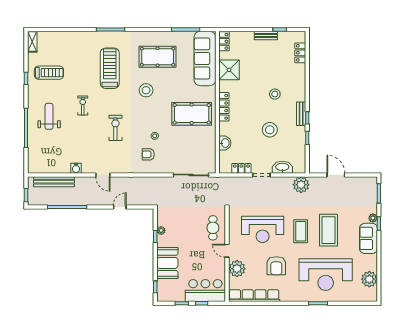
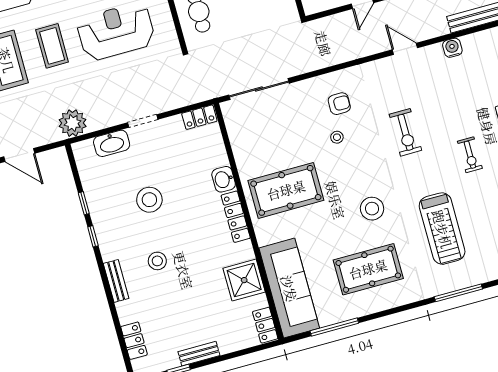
bench: (301, 114) -> (116, 281), moved
washbasin: (225, 143) -> (224, 179), moved
locker: (241, 168) -> (199, 117), moved

